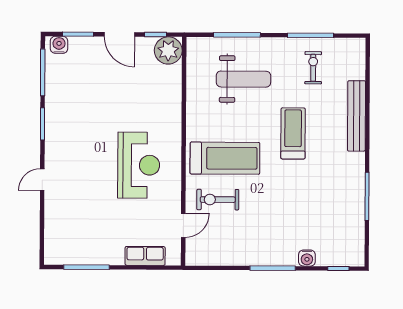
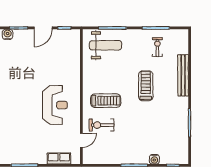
door: (119, 34) -> (43, 28), hinge flipped
plant: (168, 50) -> (72, 37), removed
weight bench: (243, 79) -> (106, 45), moved
treadmill: (225, 158) -> (106, 101), width x0.73, depth x0.73

